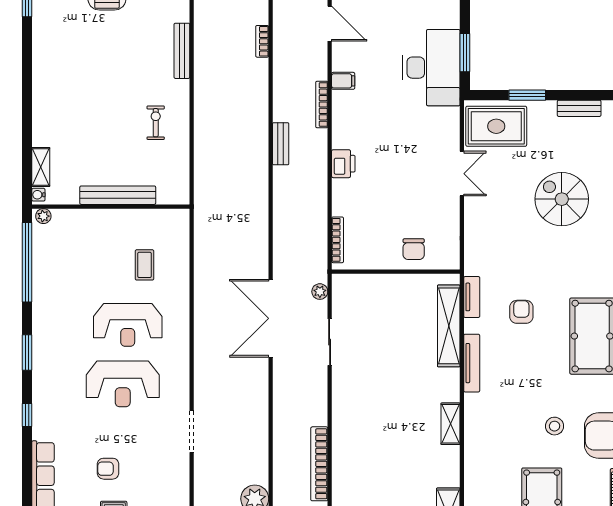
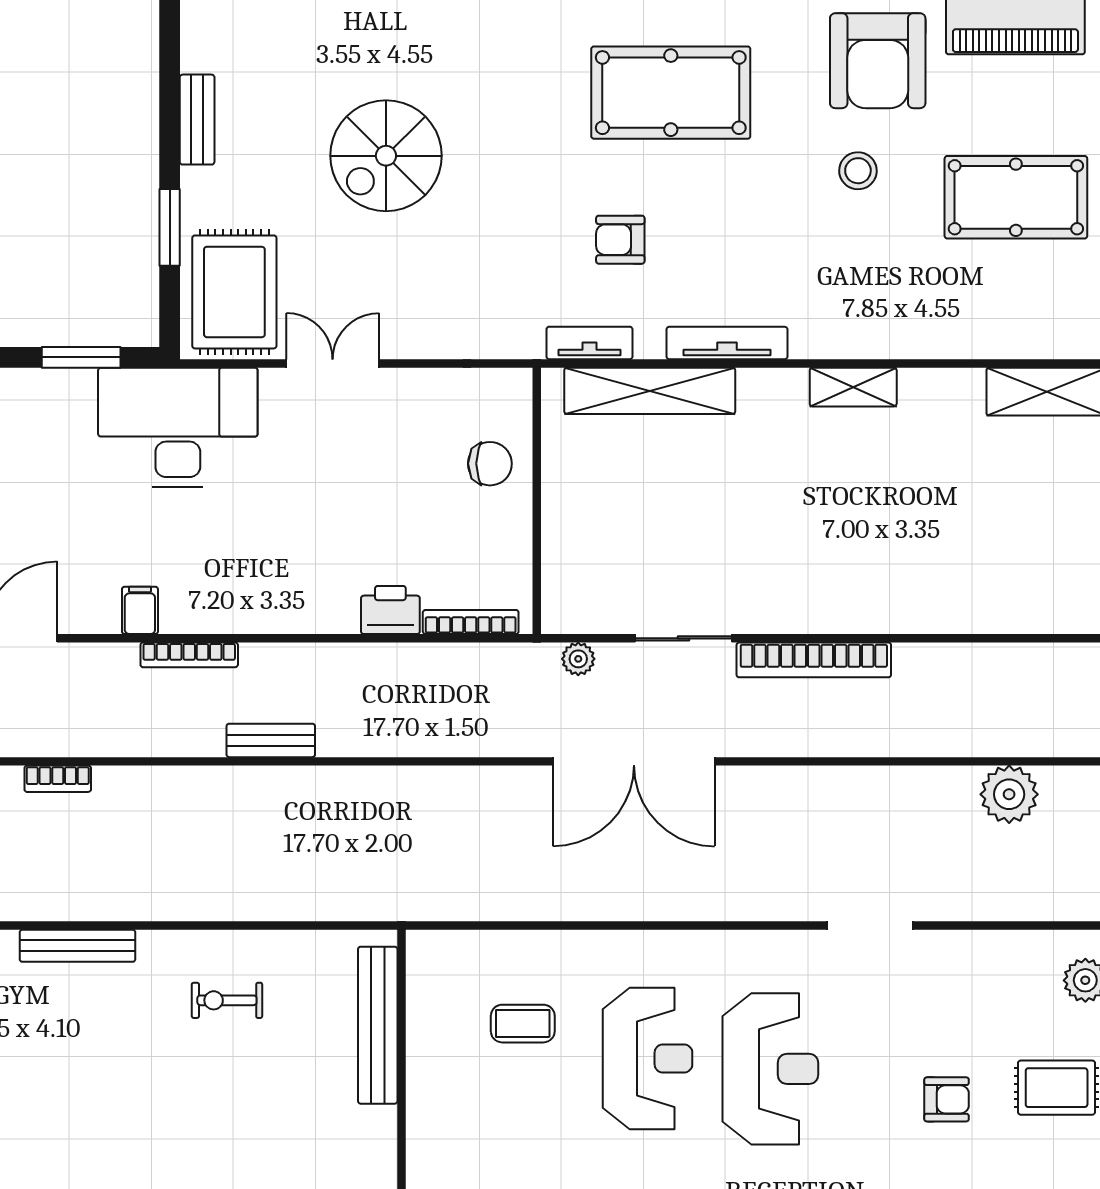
desk: (431, 68) -> (178, 427), moved
printer: (343, 164) -> (390, 610), moved
bench: (118, 195) -> (378, 1025), moved
bookcase: (319, 464) -> (814, 660), moved
armchair: (108, 469) -> (947, 1099), turned -90

